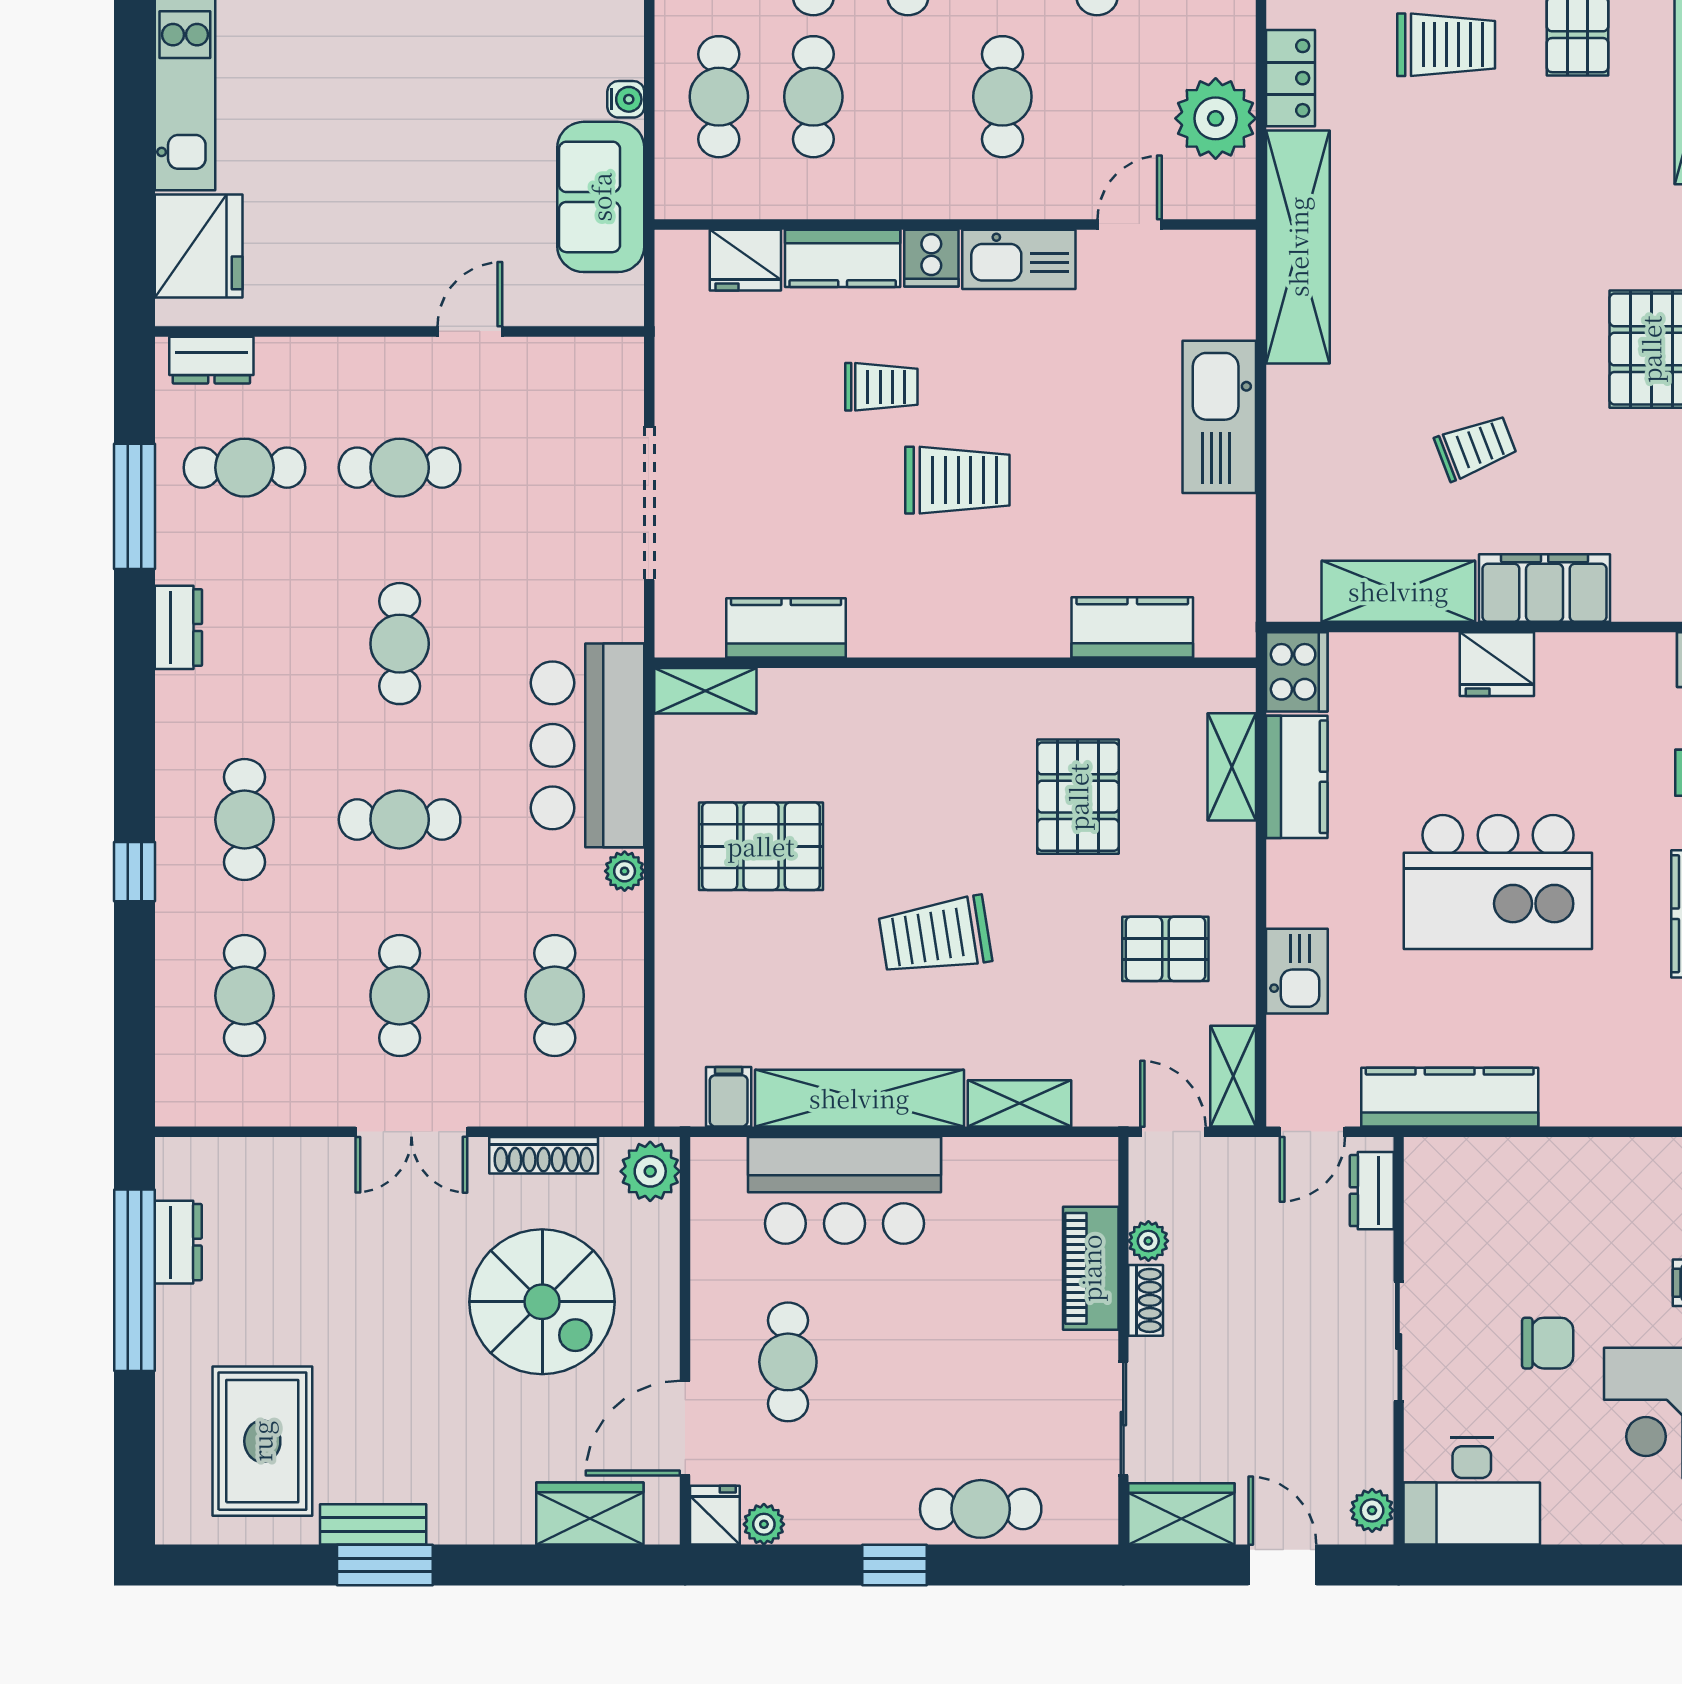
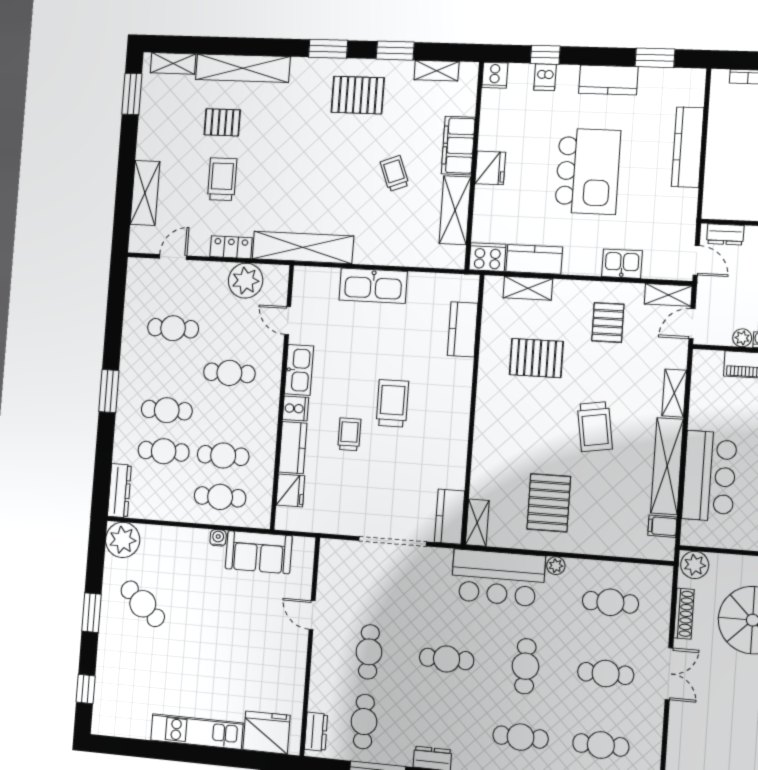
kitchen counter: (786, 628) -> (450, 517), moved
kitchen counter: (1450, 1097) -> (688, 147), moved

